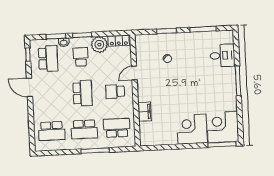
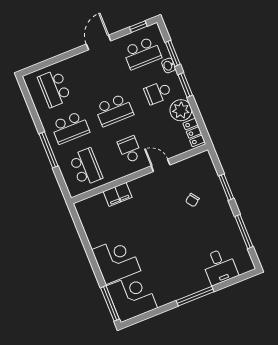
school desk: (81, 57) -> (158, 93), turned 180
school desk: (84, 129) -> (70, 128), turned -90

